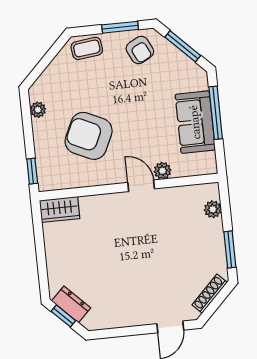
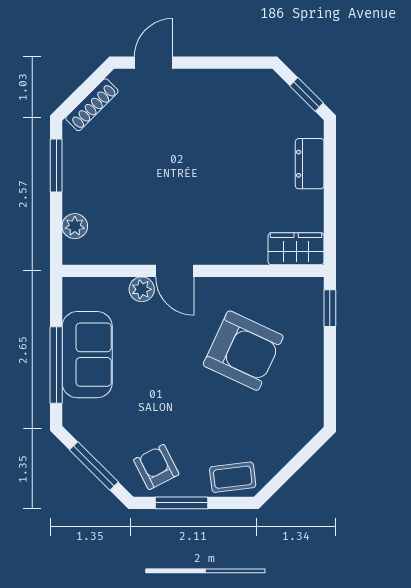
plant: (38, 110) -> (312, 396), removed
dresser: (71, 304) -> (310, 164), moved, turned 45

